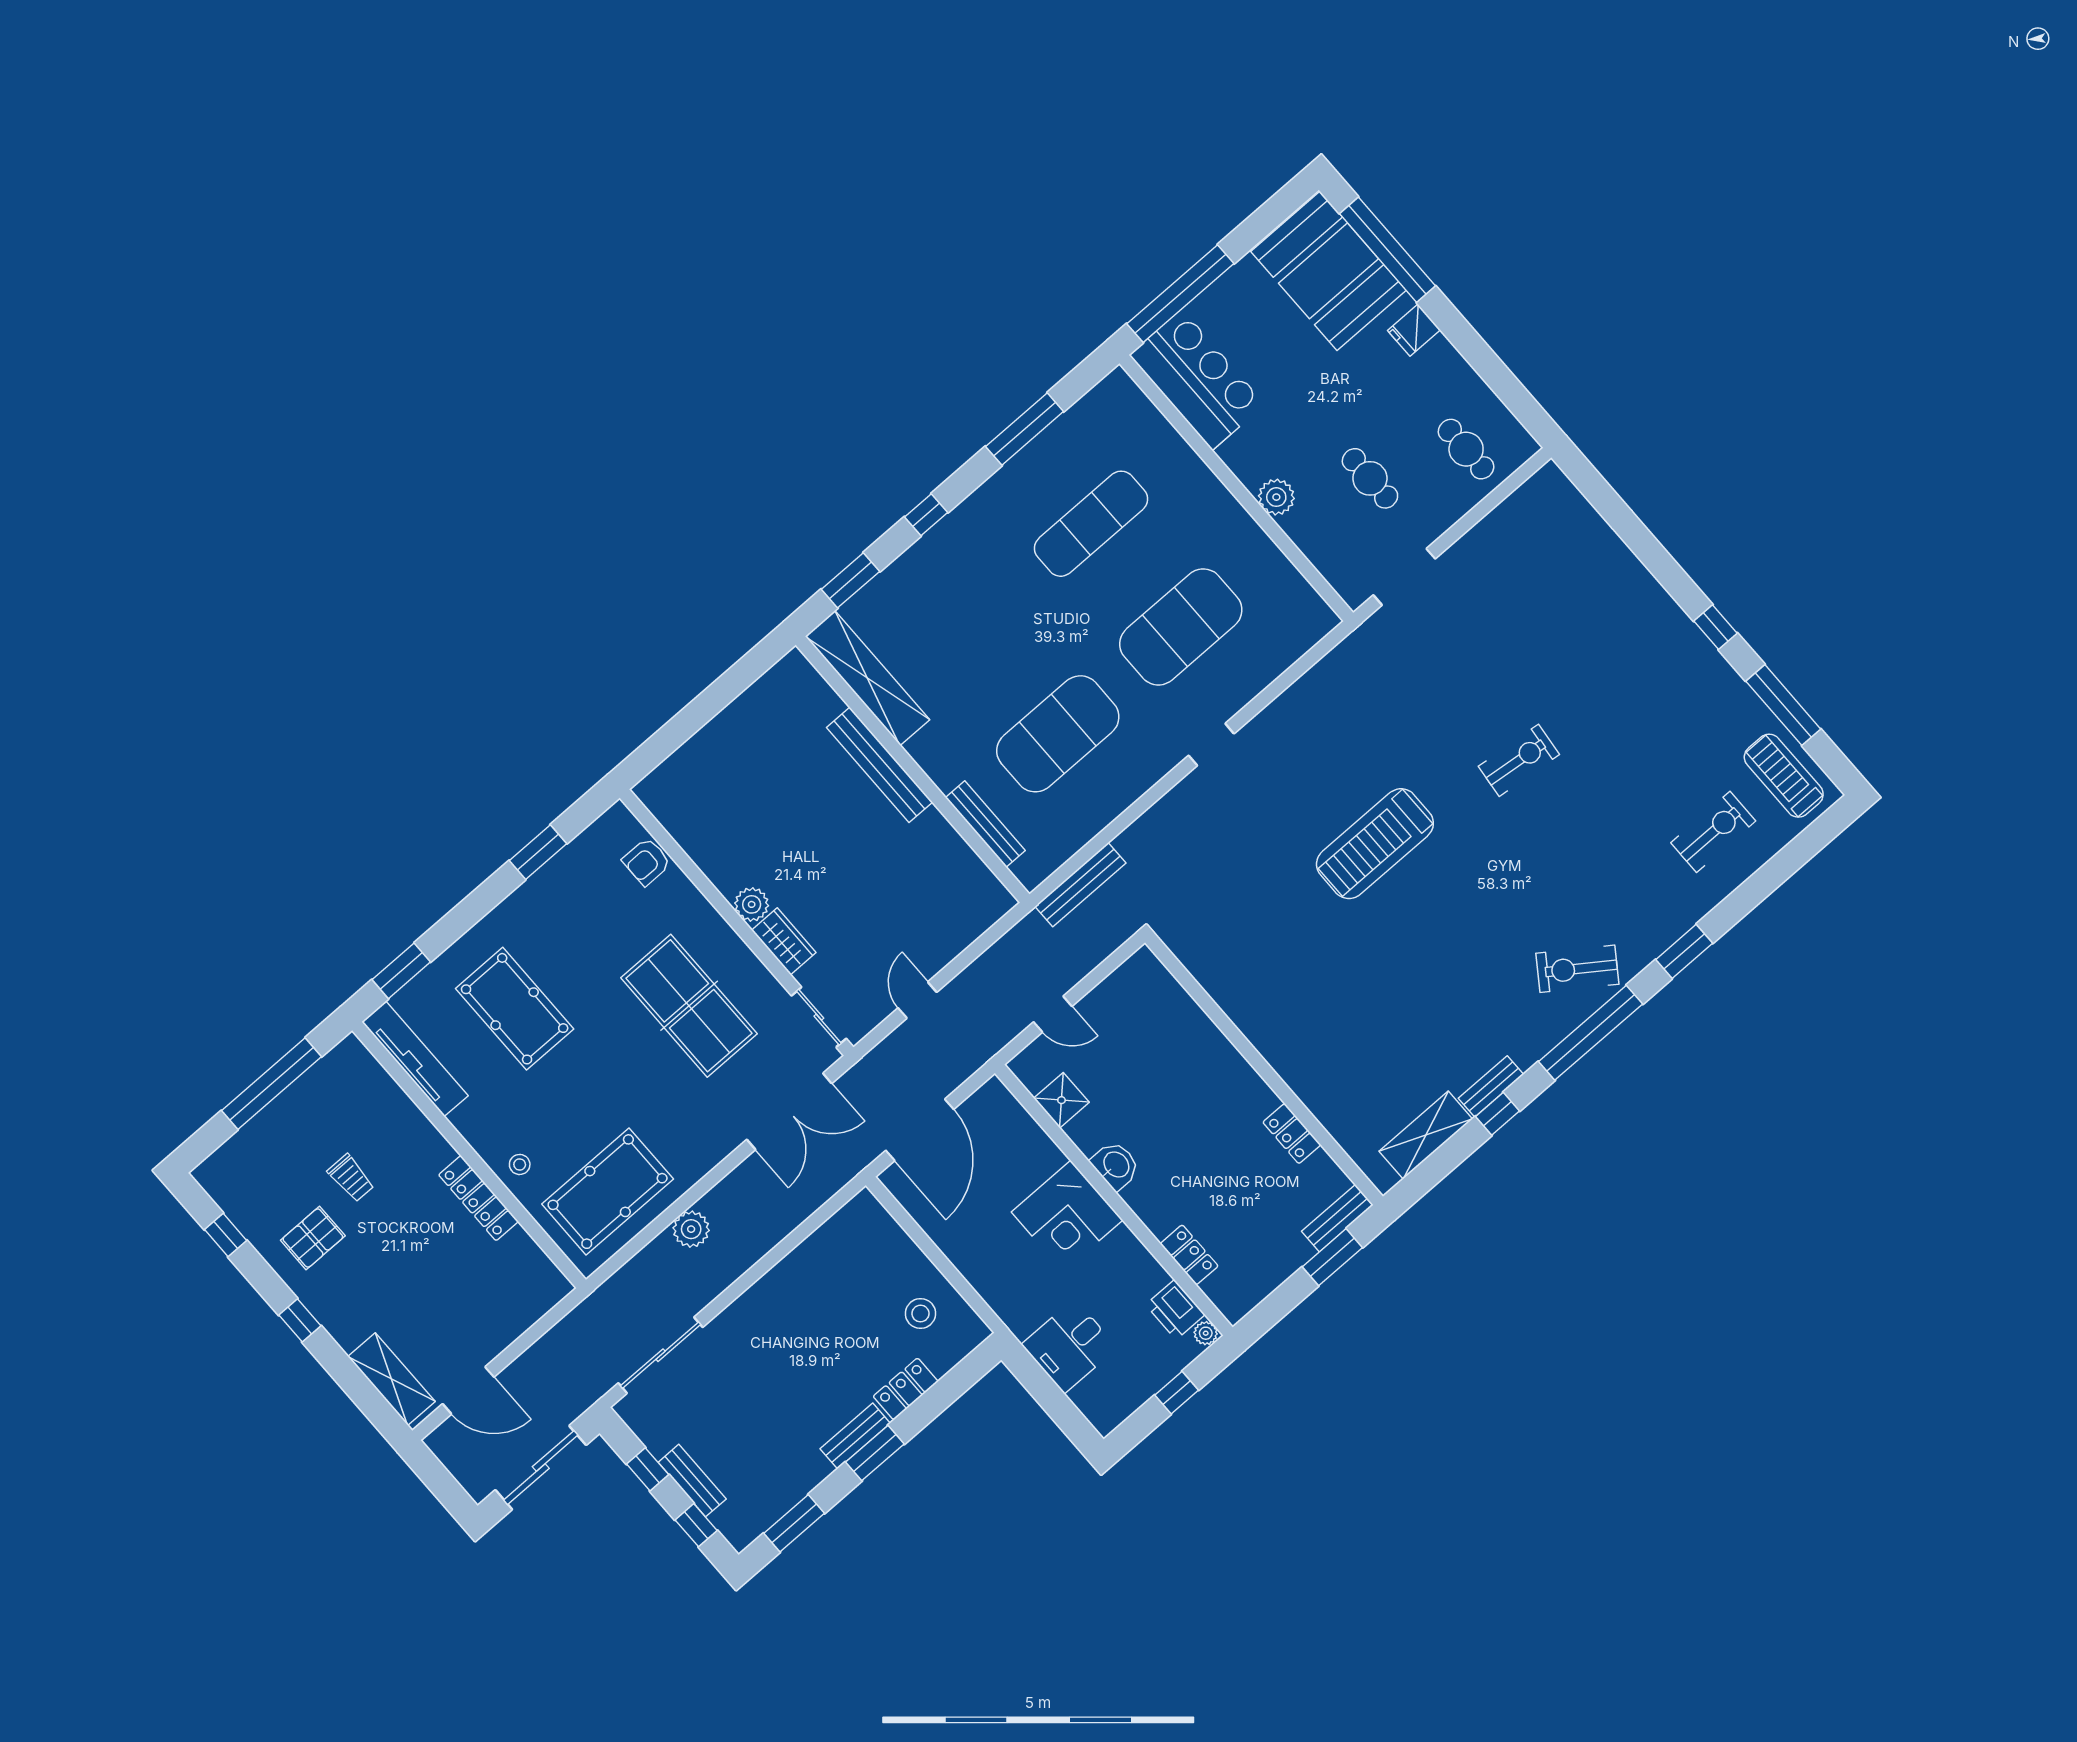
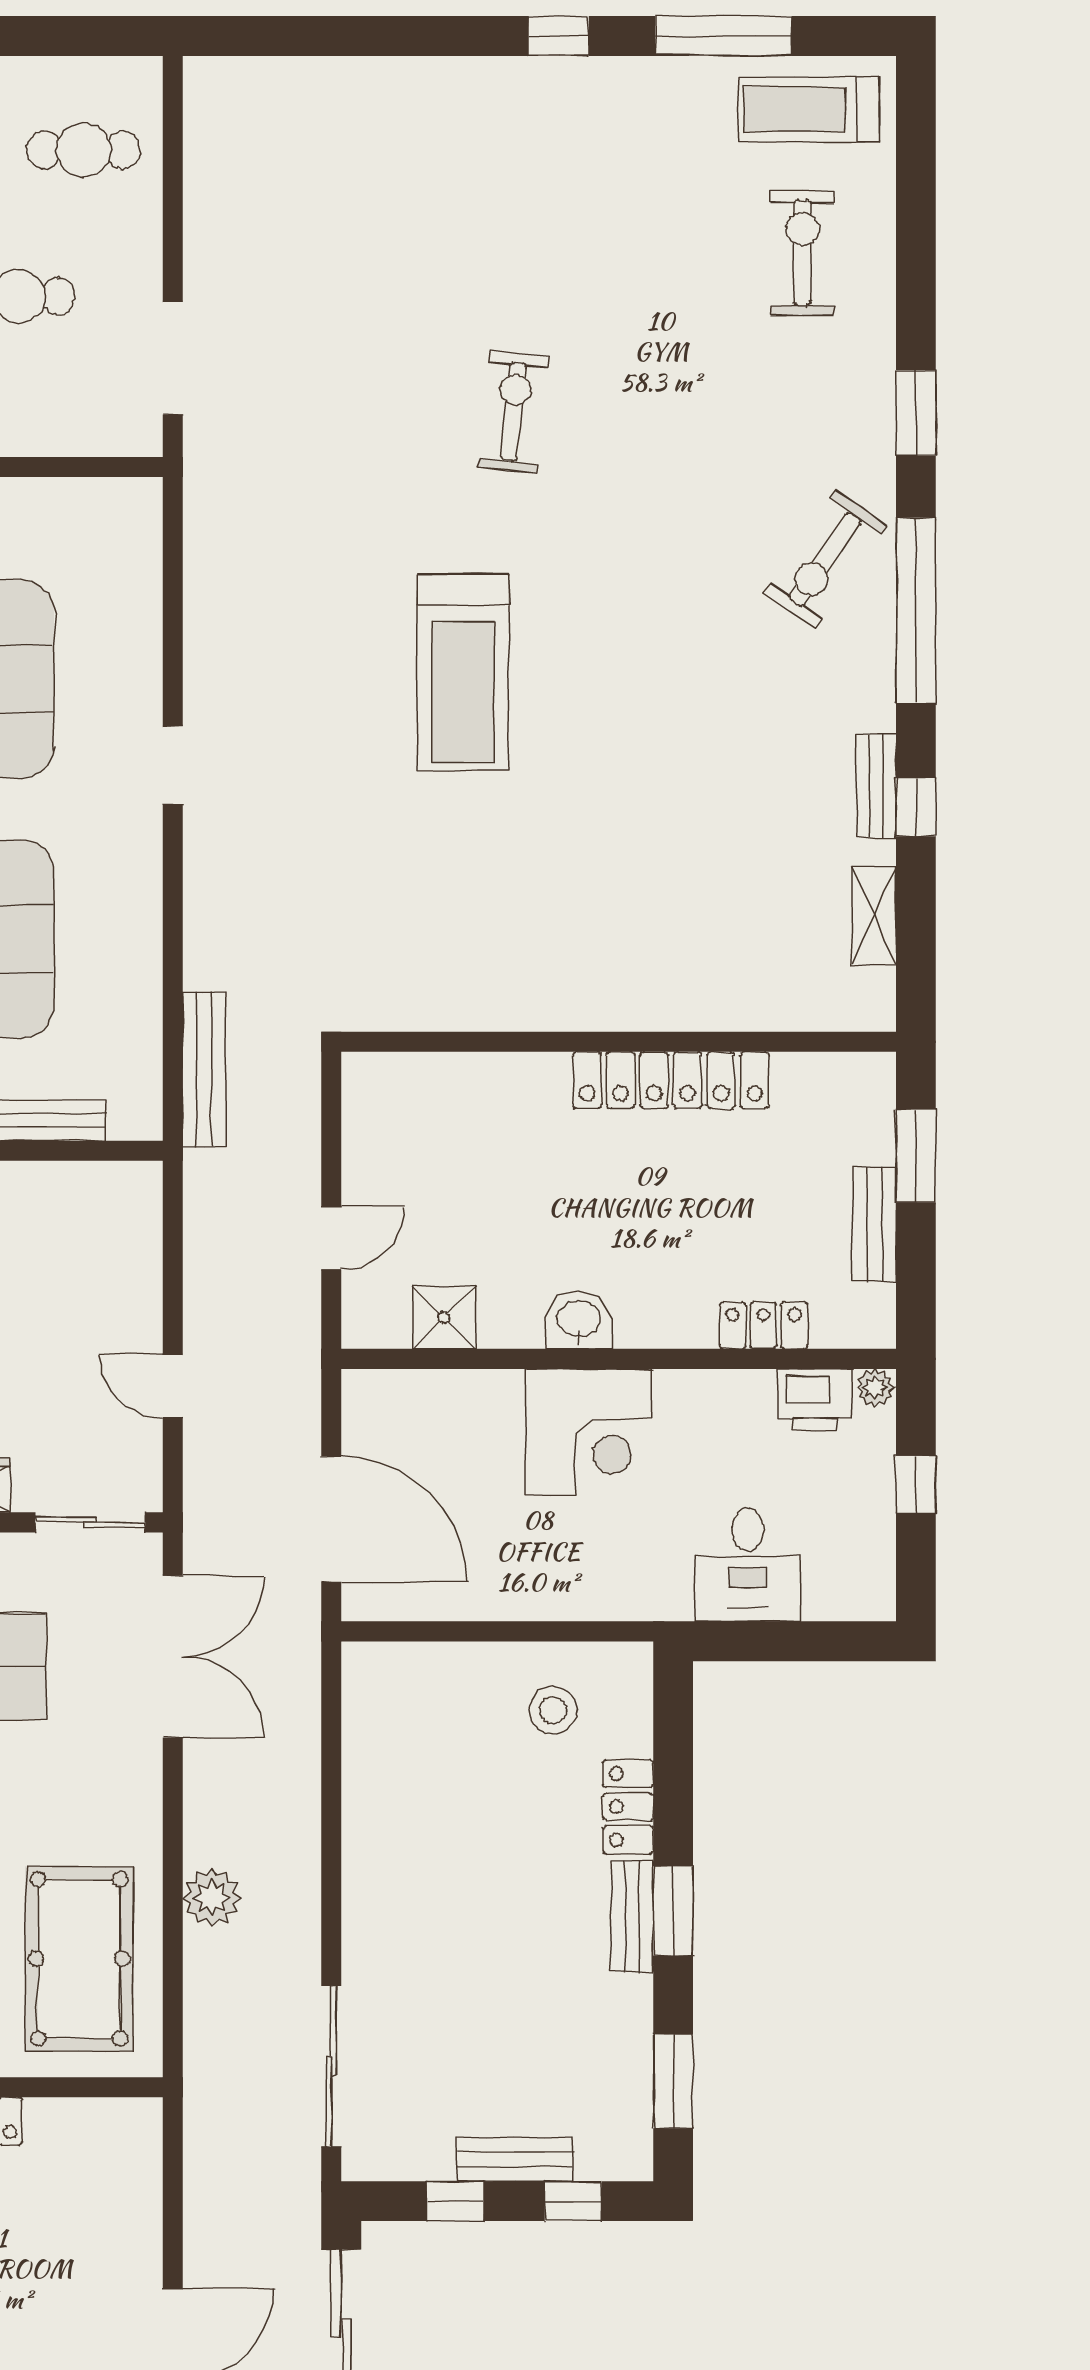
locker: (1292, 1134) -> (671, 1080), width x2.16, depth x1.21
shelving: (1426, 1135) -> (874, 916), width x0.67, depth x0.75
bench: (1337, 1218) -> (874, 1224), moved

